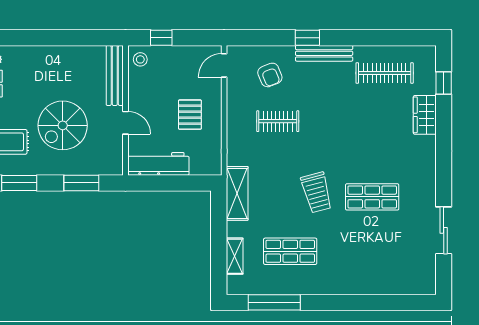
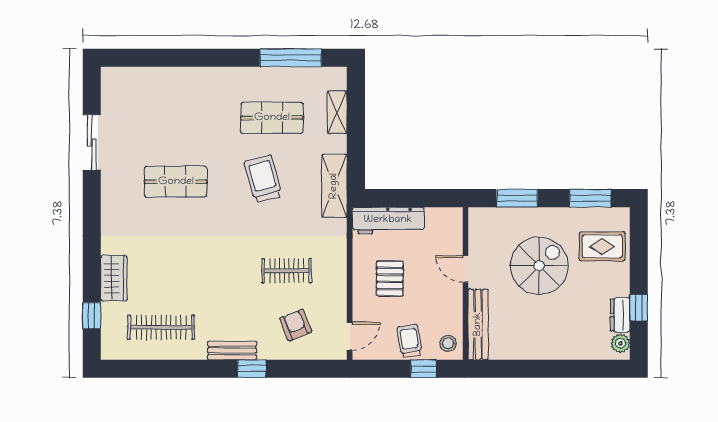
bench: (324, 53) -> (232, 350), width x0.73
trolley: (173, 62) -> (409, 341), added
workbench: (158, 164) -> (388, 220), moved
trolley: (317, 192) -> (263, 179), moved

